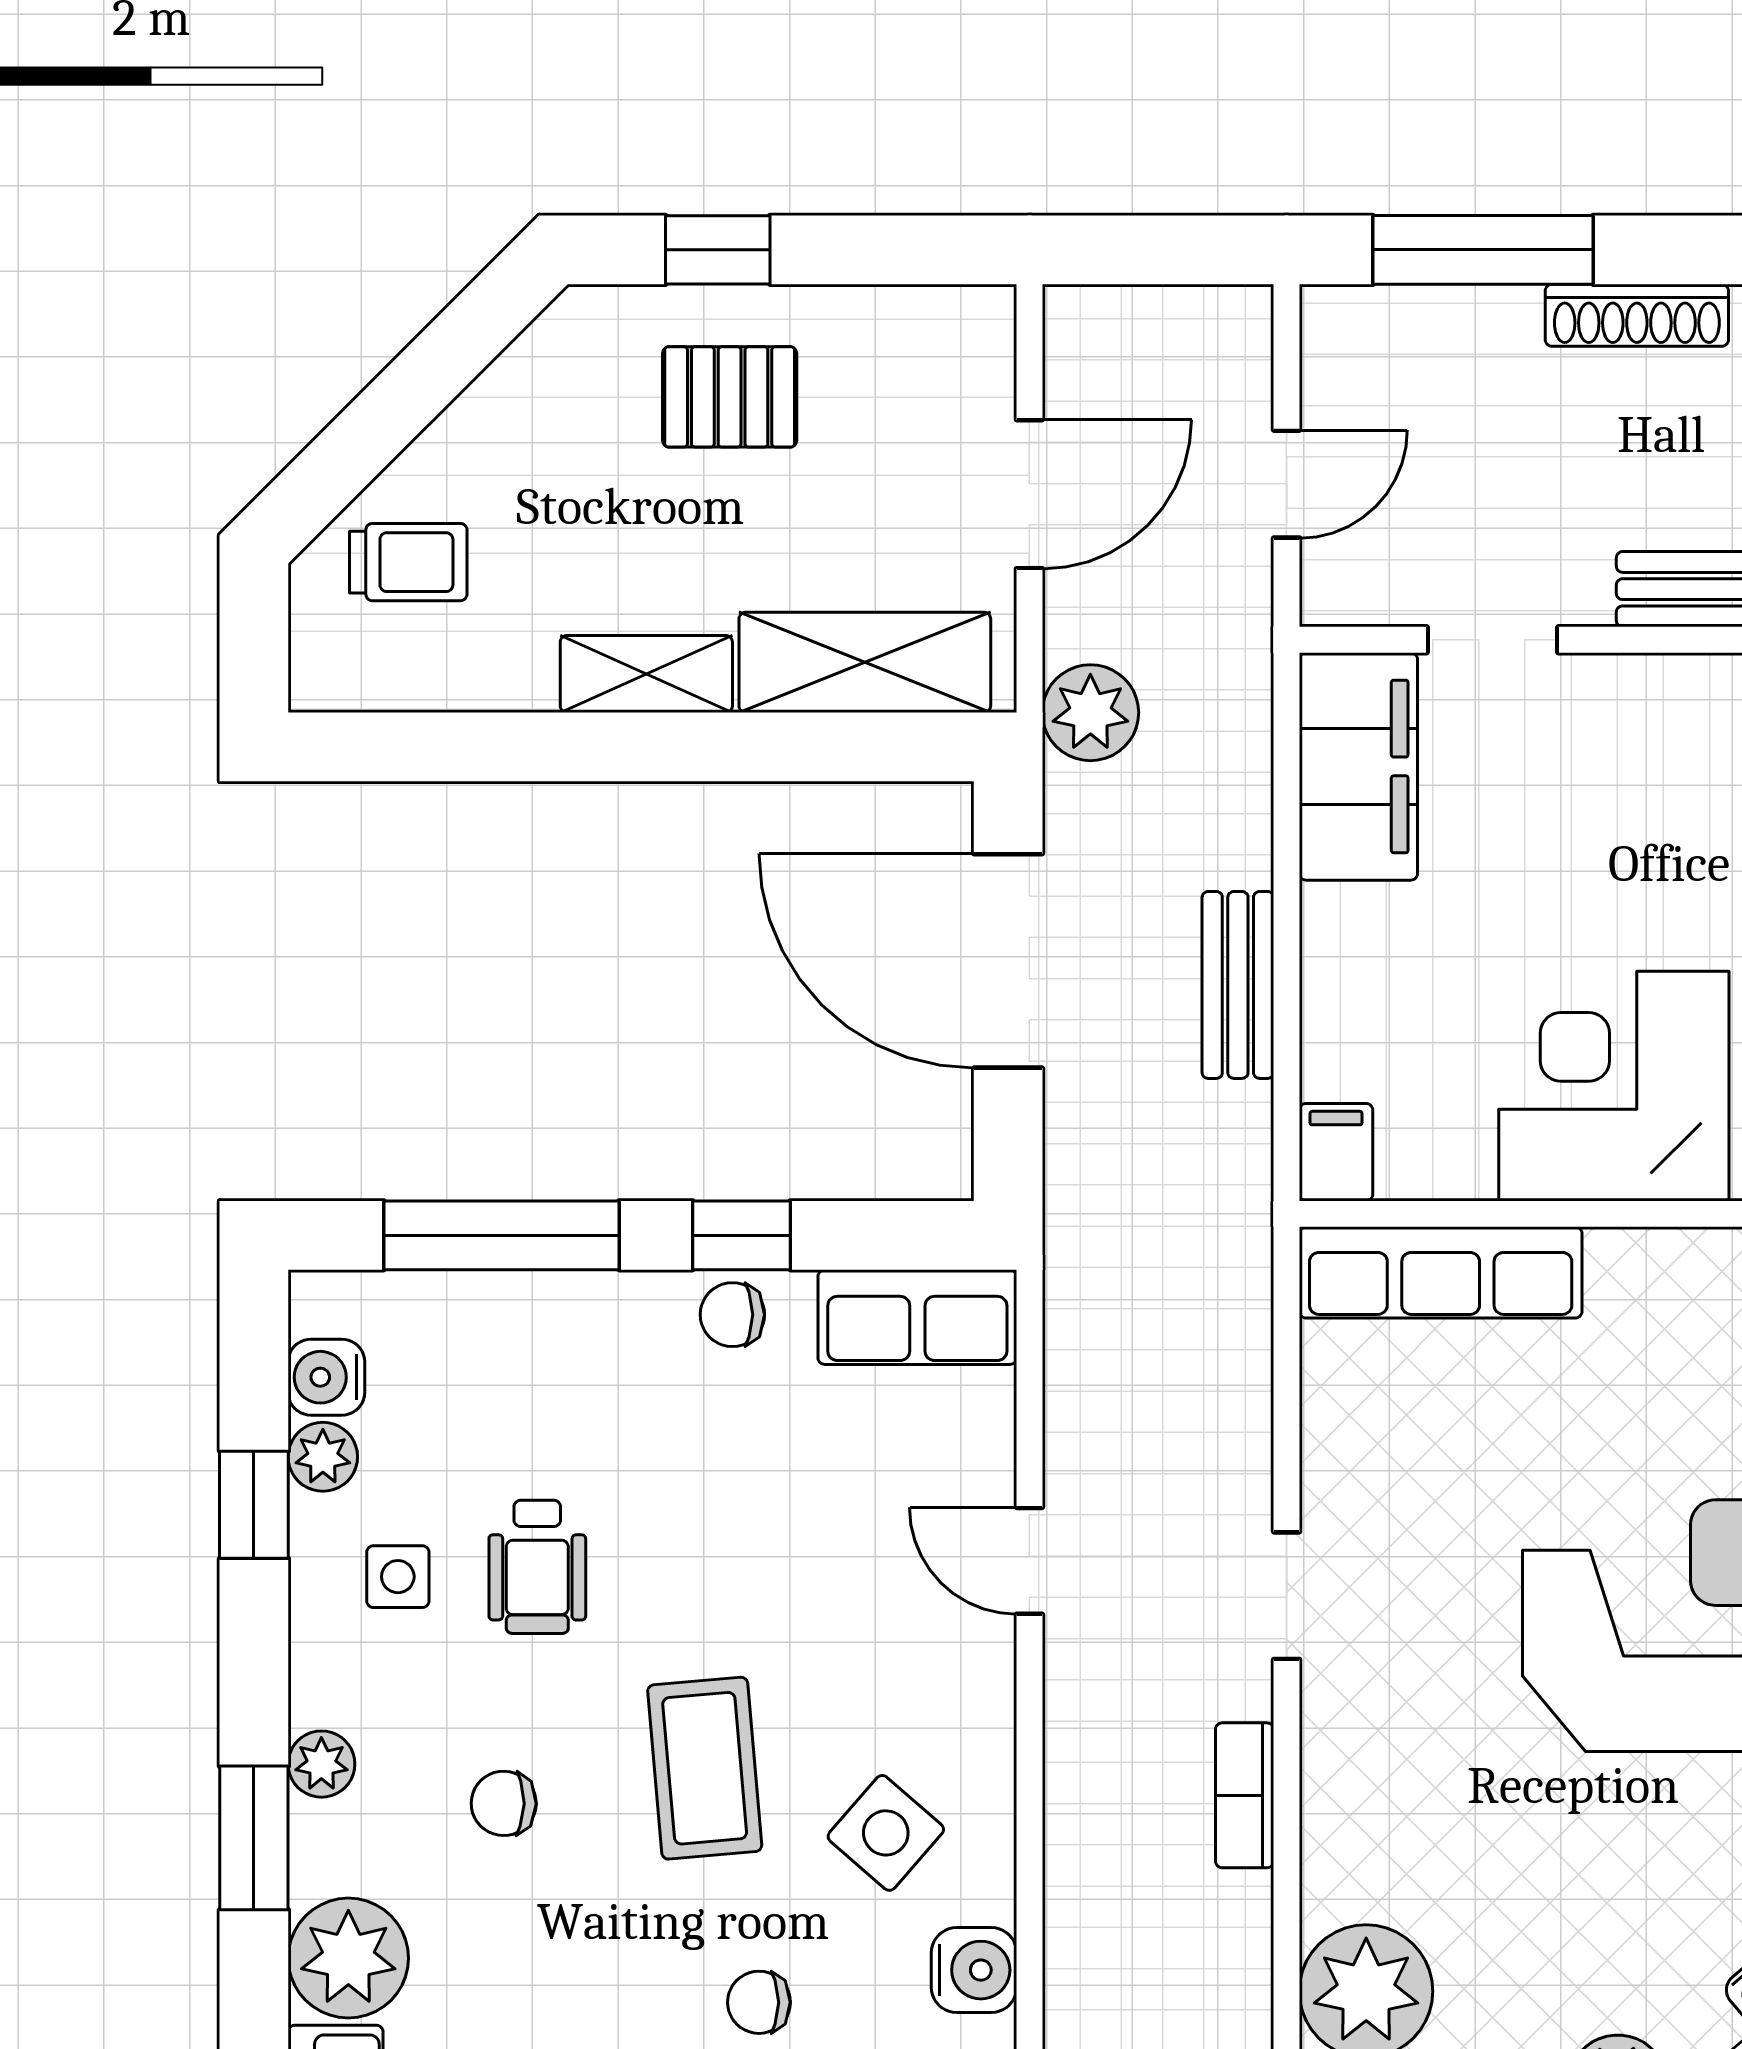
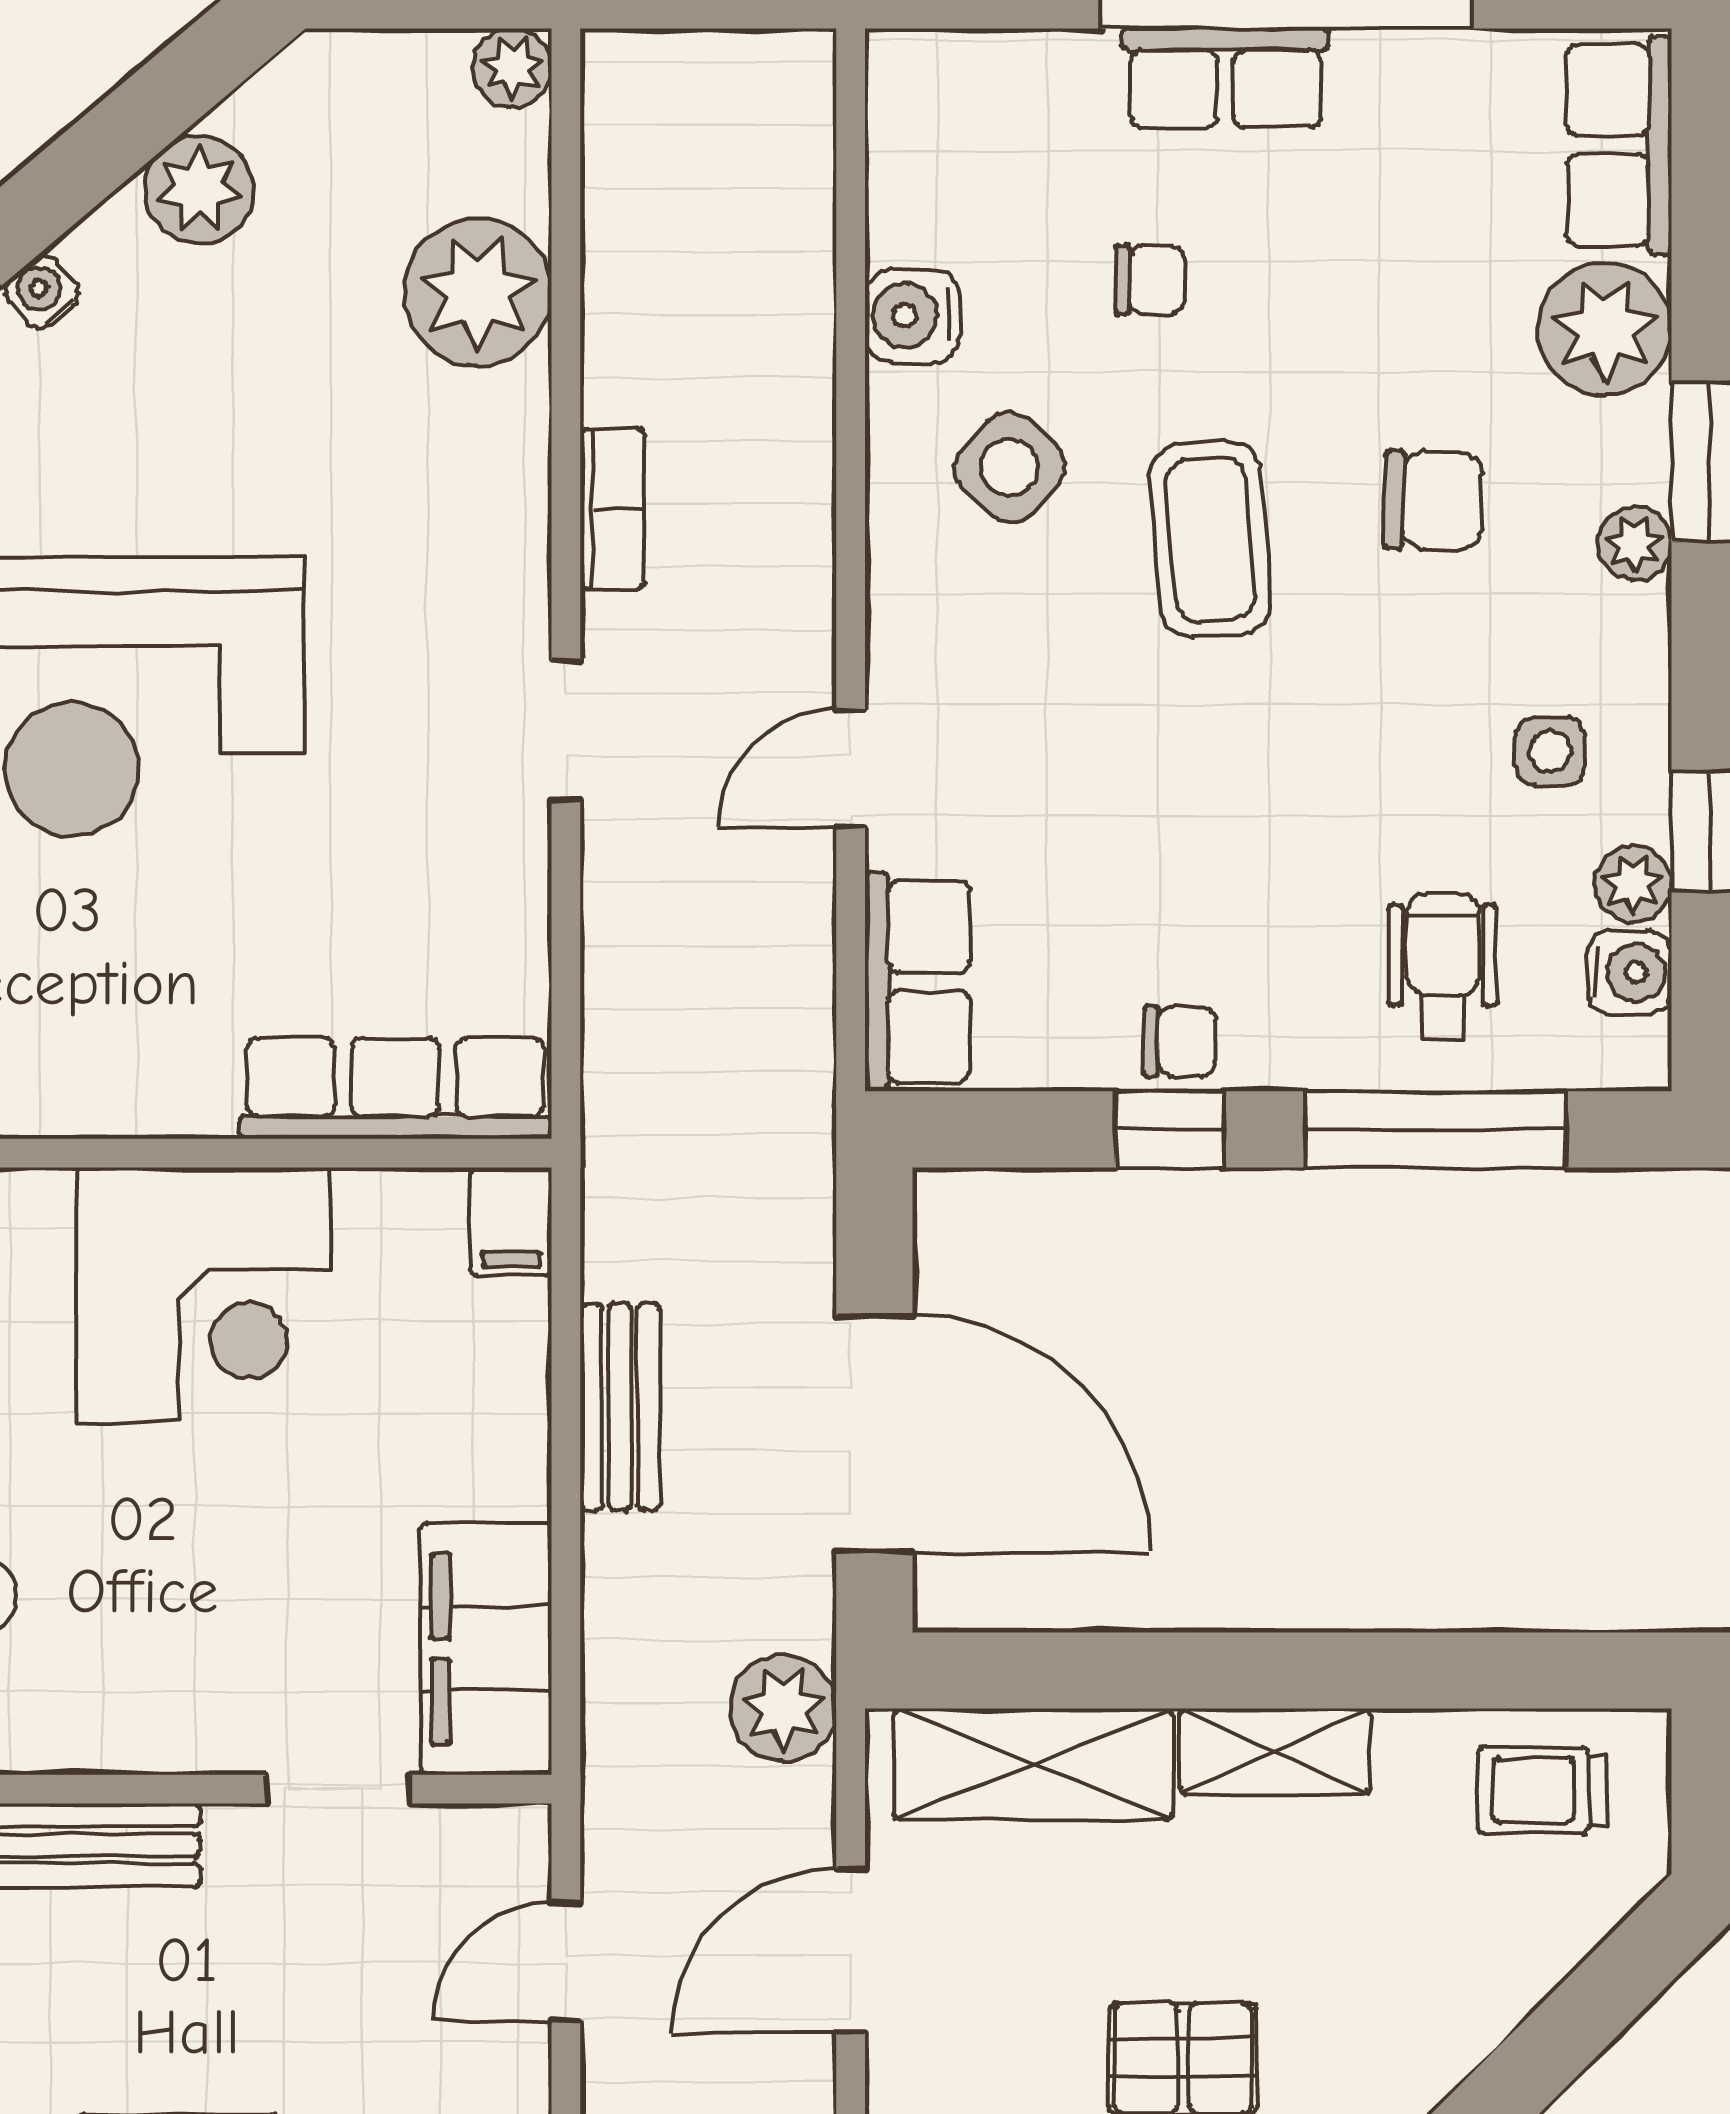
trolley: (408, 562) -> (1543, 1790), moved
row of seats: (917, 1317) -> (917, 982), moved, turned 90
door: (1029, 1561) -> (851, 769), swing flipped
wheelchair: (537, 1567) -> (1443, 967), moved
chair: (504, 1803) -> (1433, 500), width x1.37, depth x1.37

